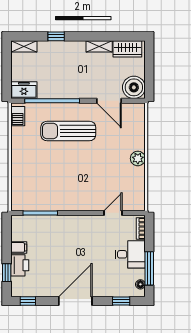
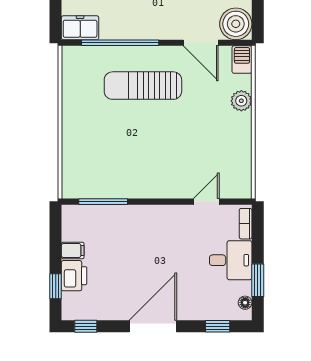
barbecue: (18, 116) -> (242, 60), moved, turned 180
plant: (138, 158) -> (241, 101), moved
window: (149, 268) -> (258, 280), width x0.69

